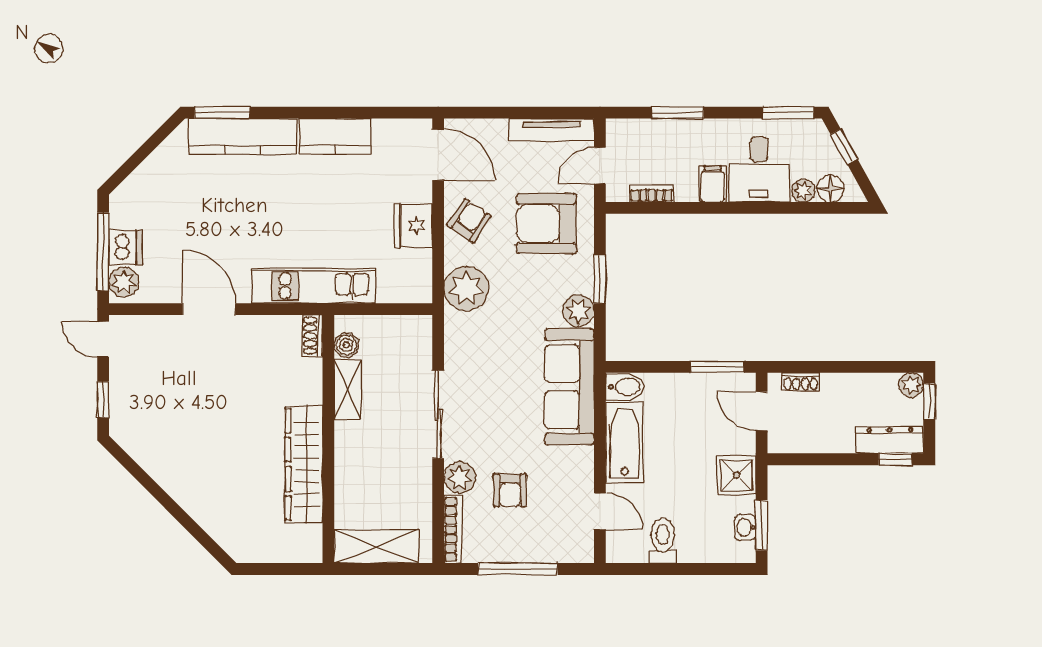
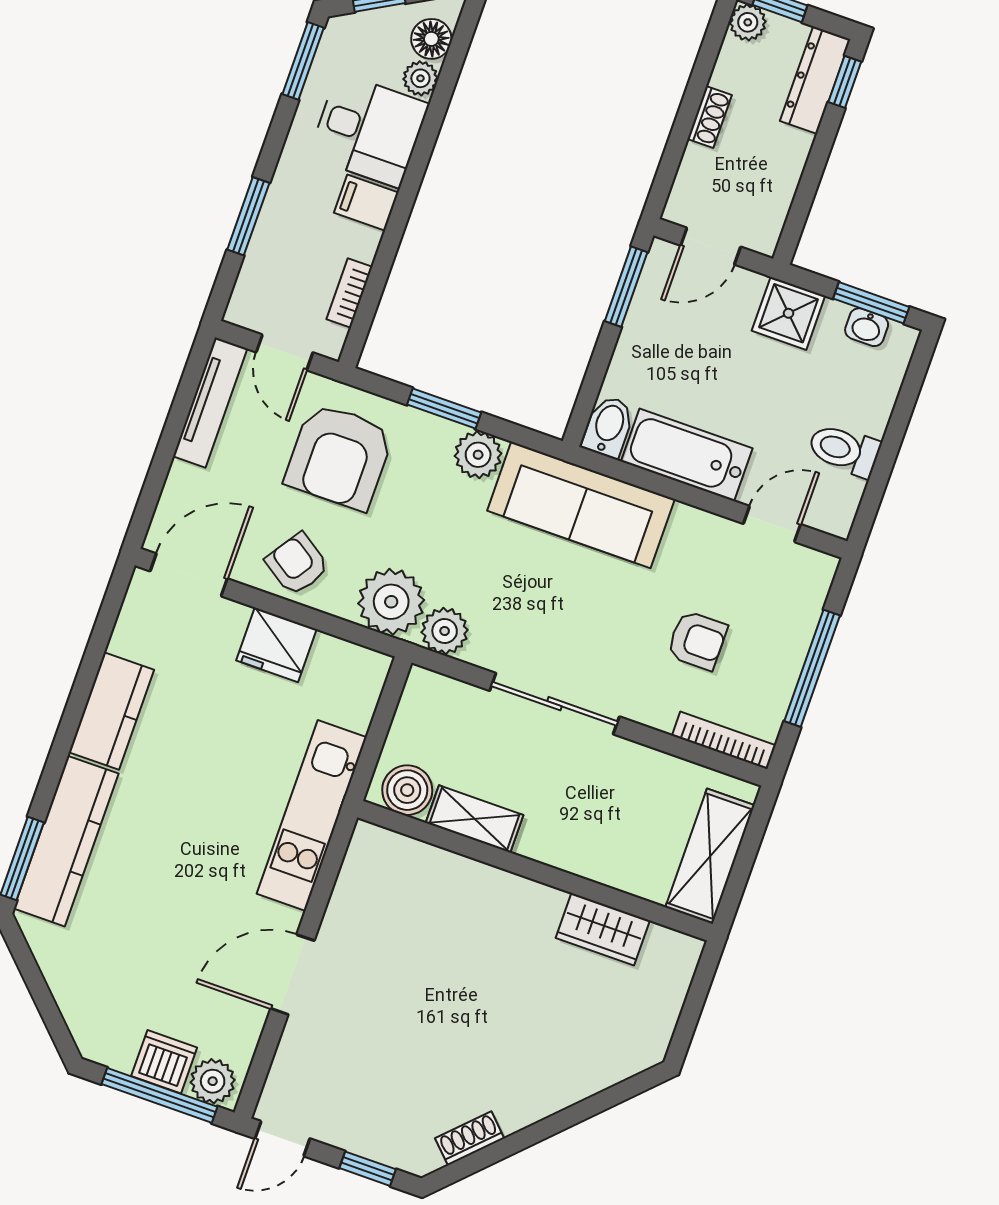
shoe rack: (312, 336) -> (470, 1138), moved, turned 135
boiler: (346, 345) -> (407, 790), width x1.36, depth x1.36
shoe rack: (801, 382) -> (710, 117), moved
wardrobe: (304, 464) -> (603, 929), width x0.48, depth x0.85
plant: (460, 477) -> (445, 631), moved

